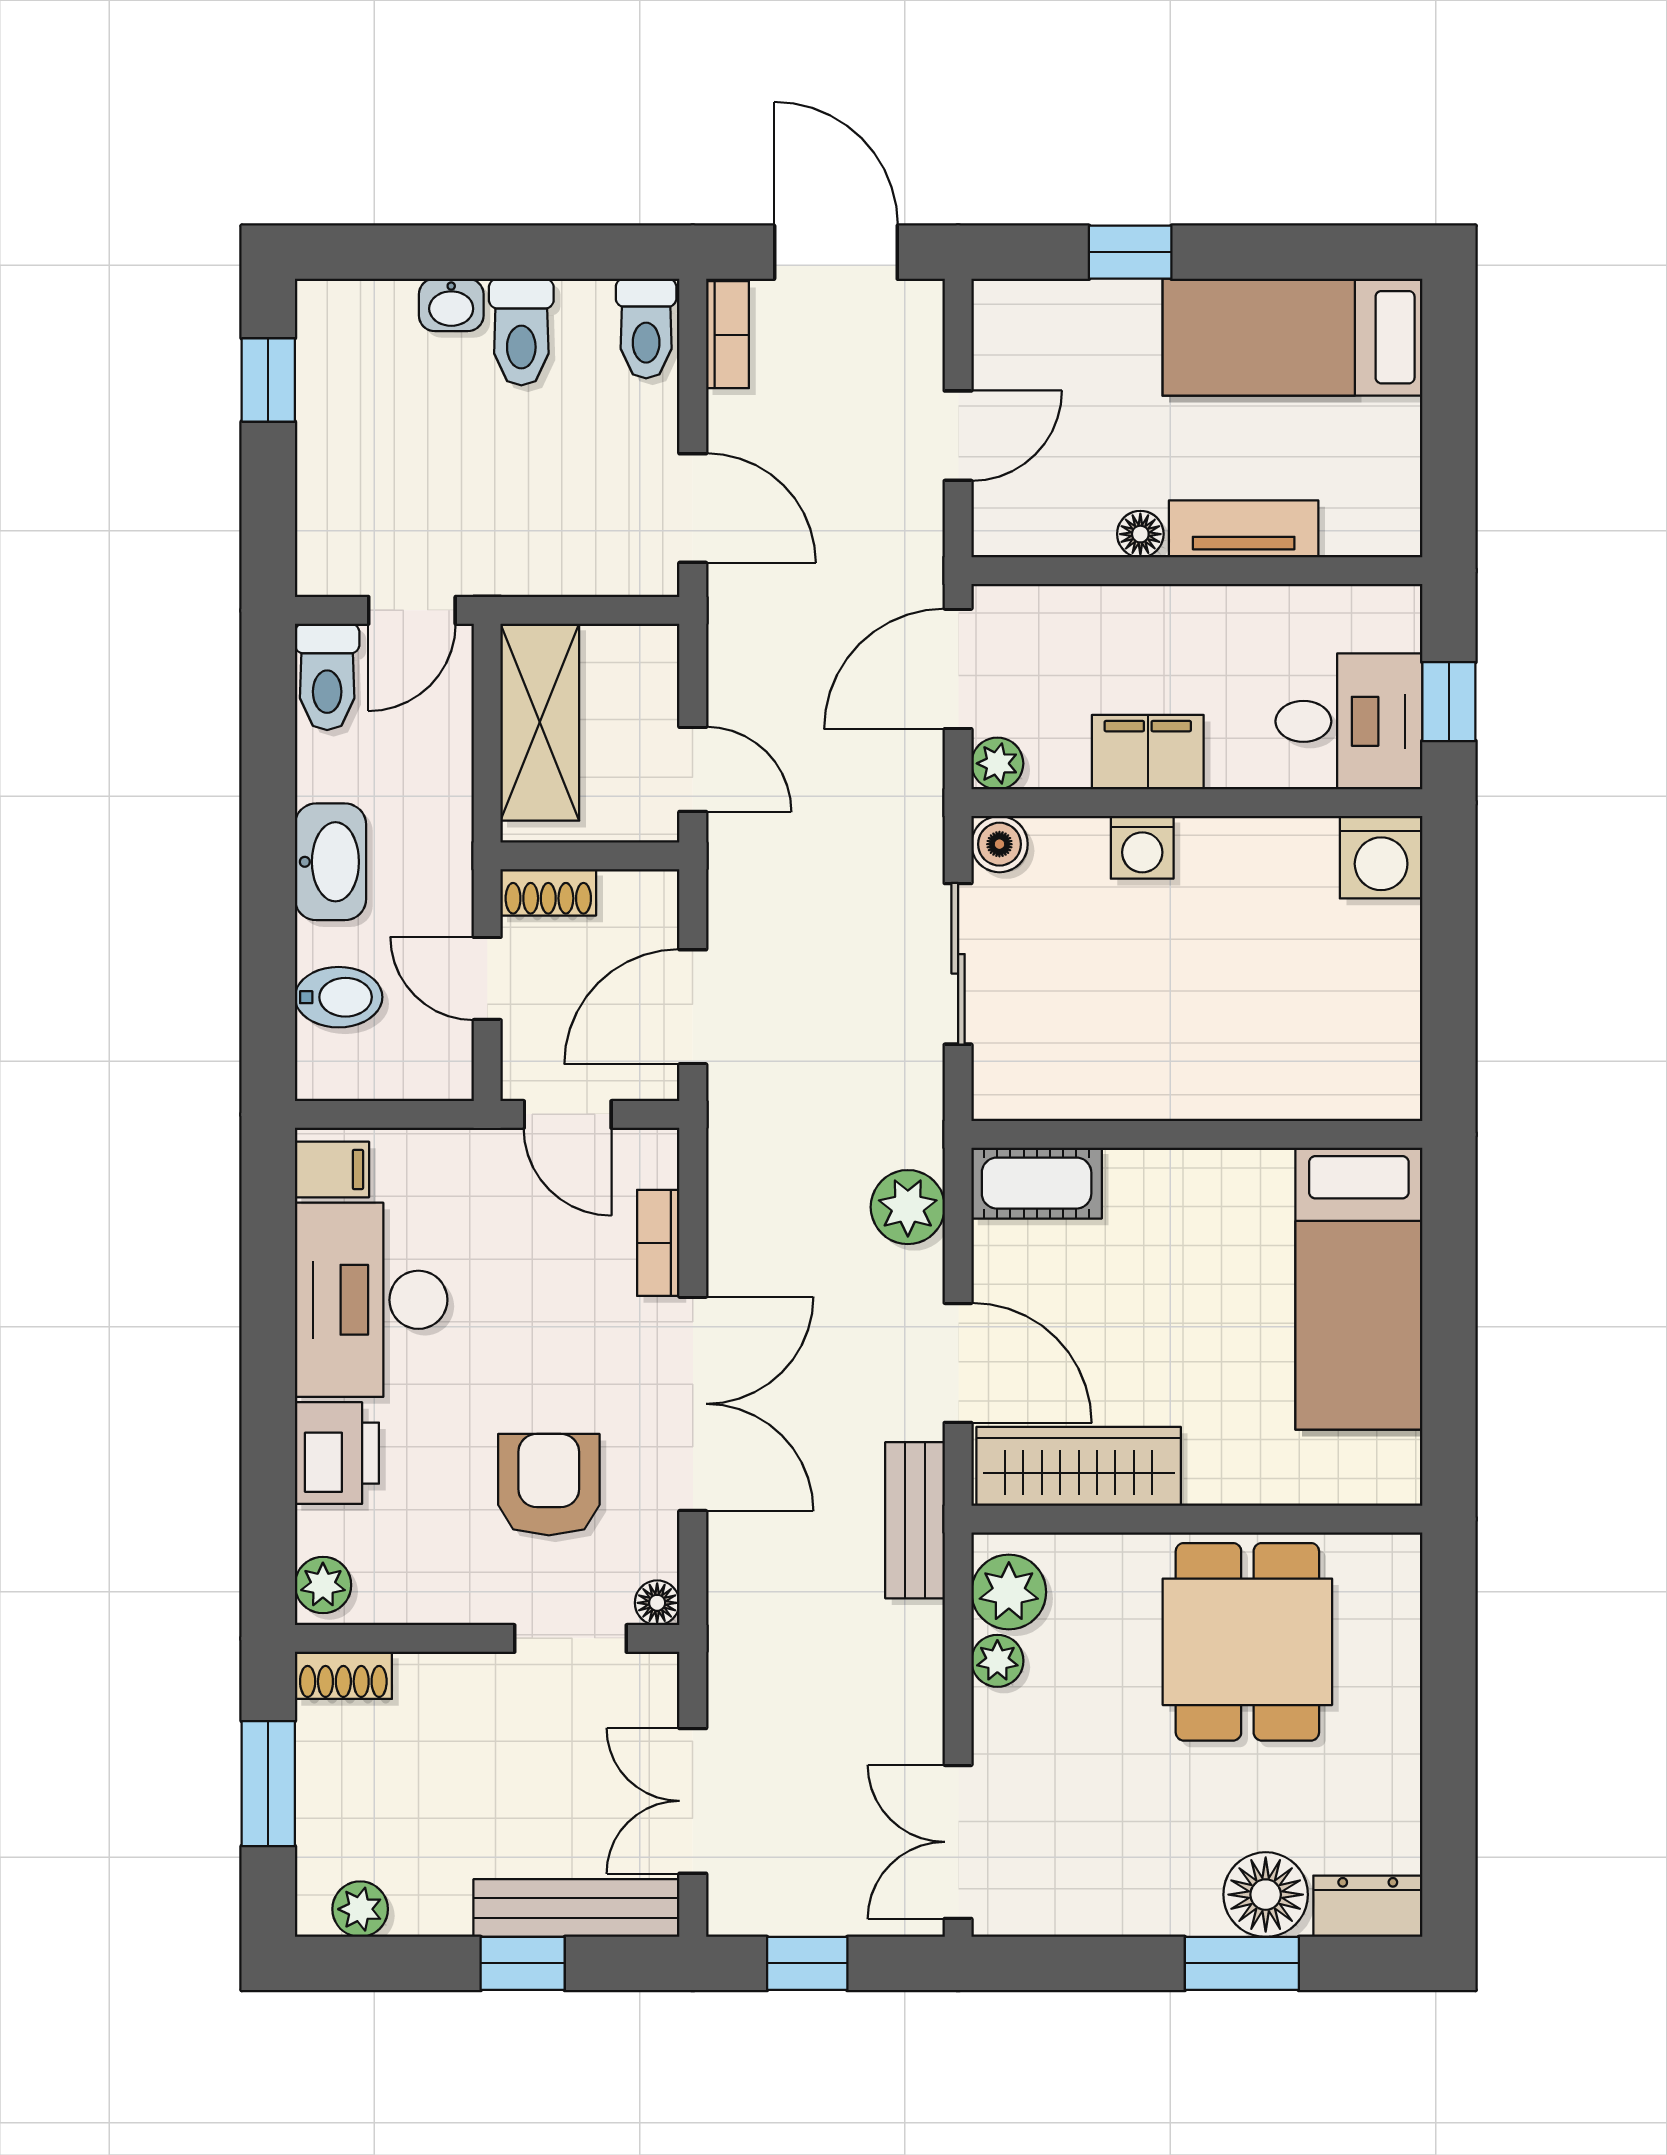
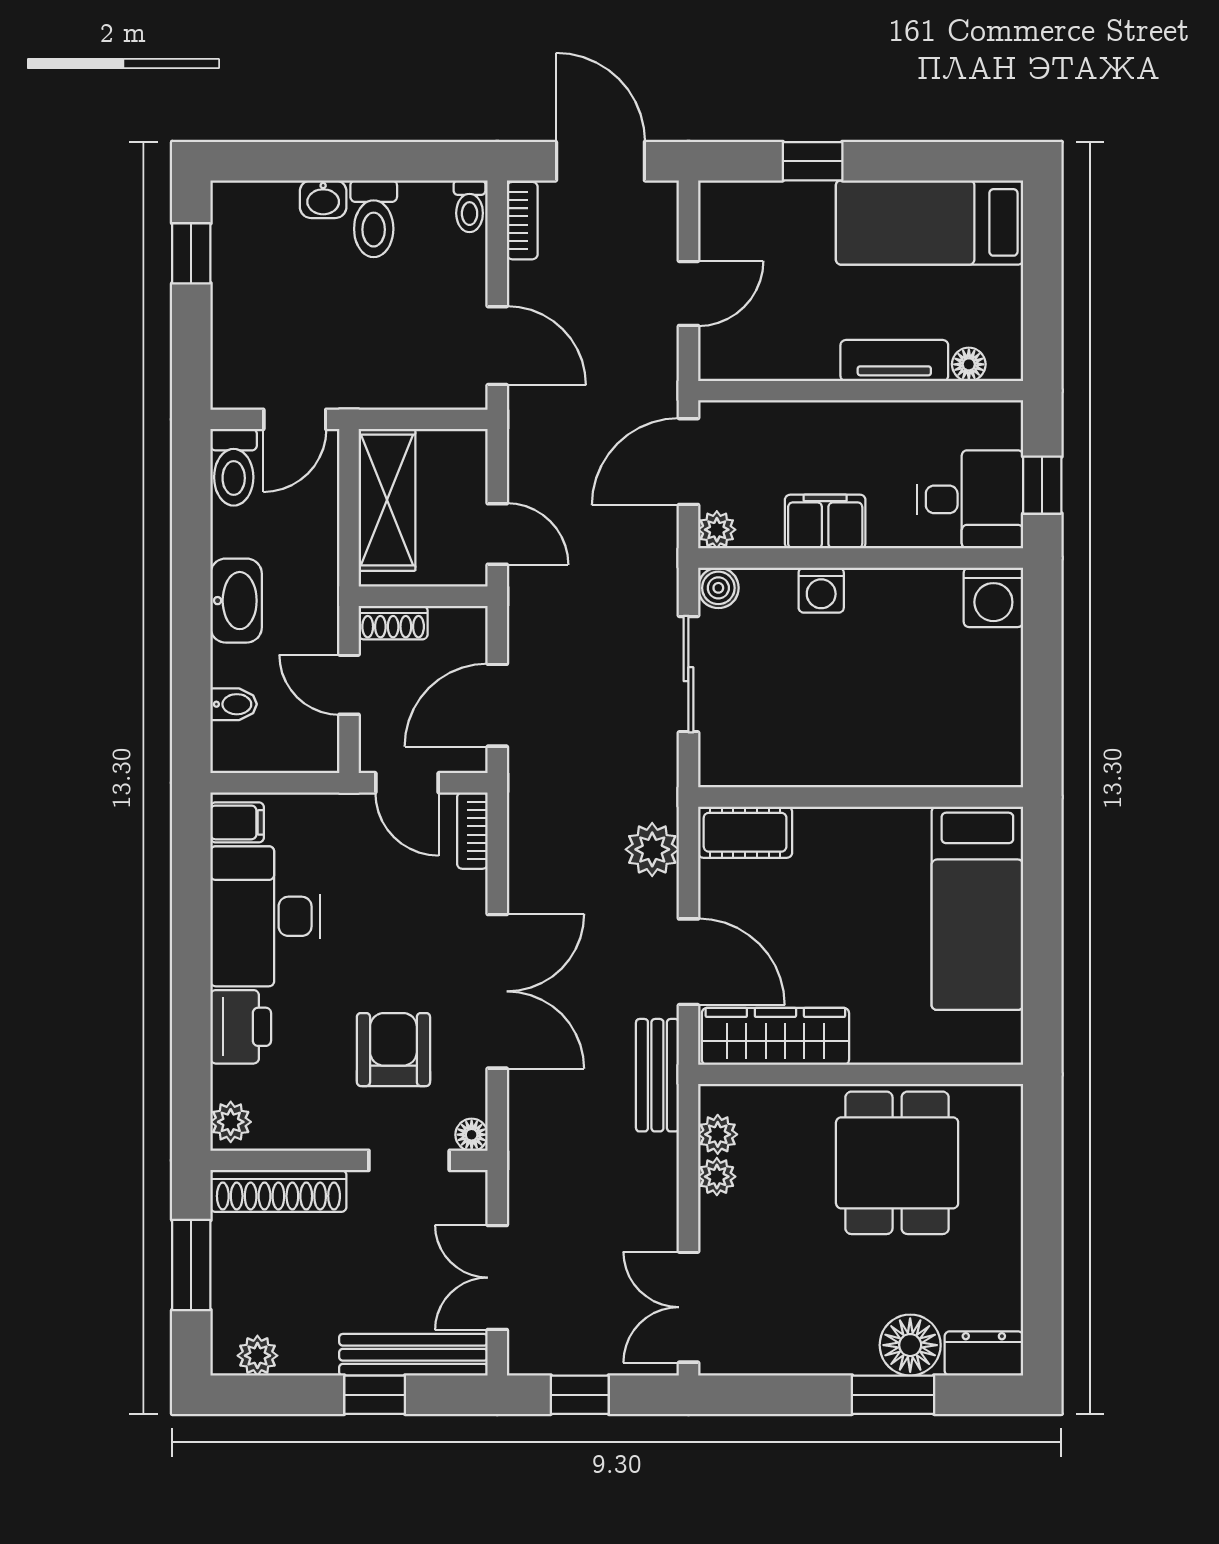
toilet: (646, 329) -> (470, 206), width x0.73, depth x0.72
floor lamp: (1140, 534) -> (969, 364), moved
bidet: (339, 997) -> (234, 704), width x0.72, depth x0.74
bookcase: (658, 1243) -> (472, 831), moved
plant: (1009, 1592) -> (718, 1134), width x0.73, depth x0.73
shoe rack: (343, 1675) -> (278, 1191), width x1.94, depth x1.24

